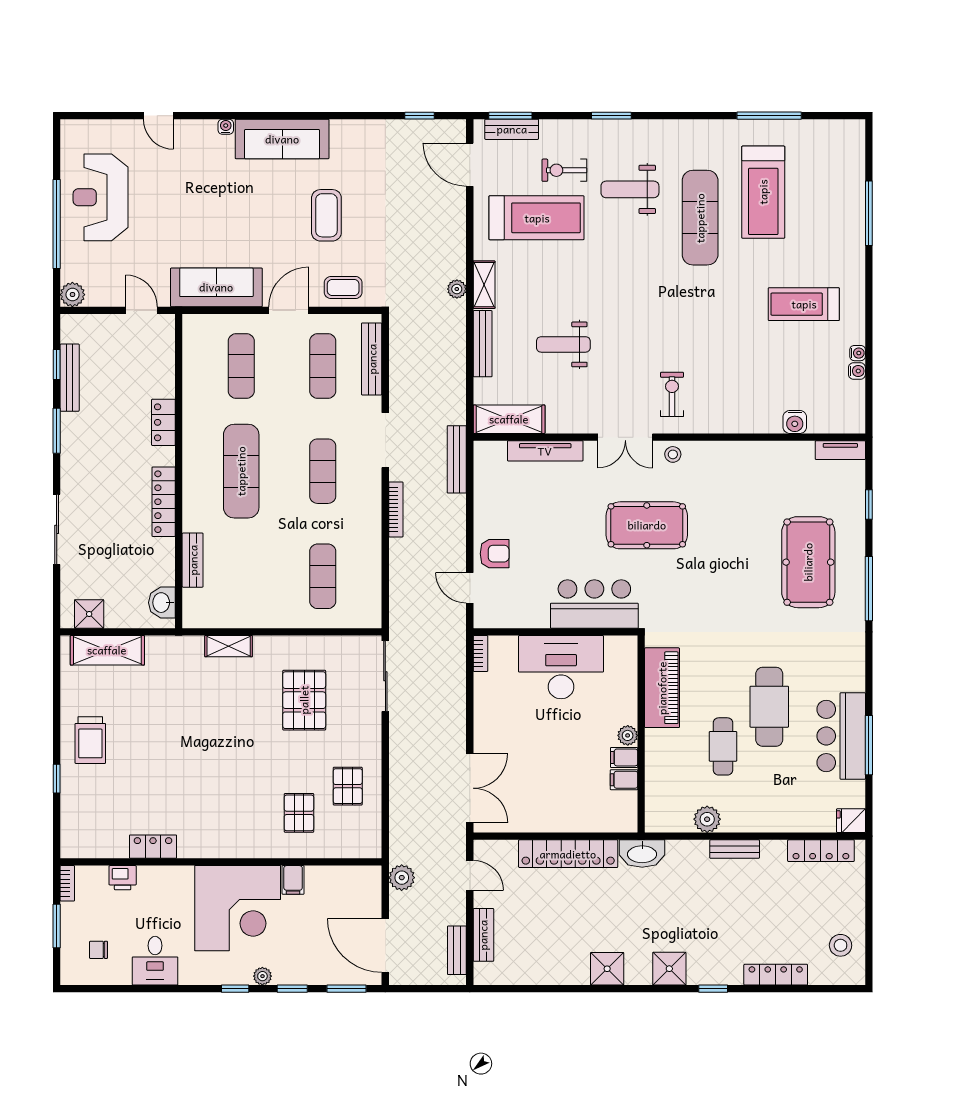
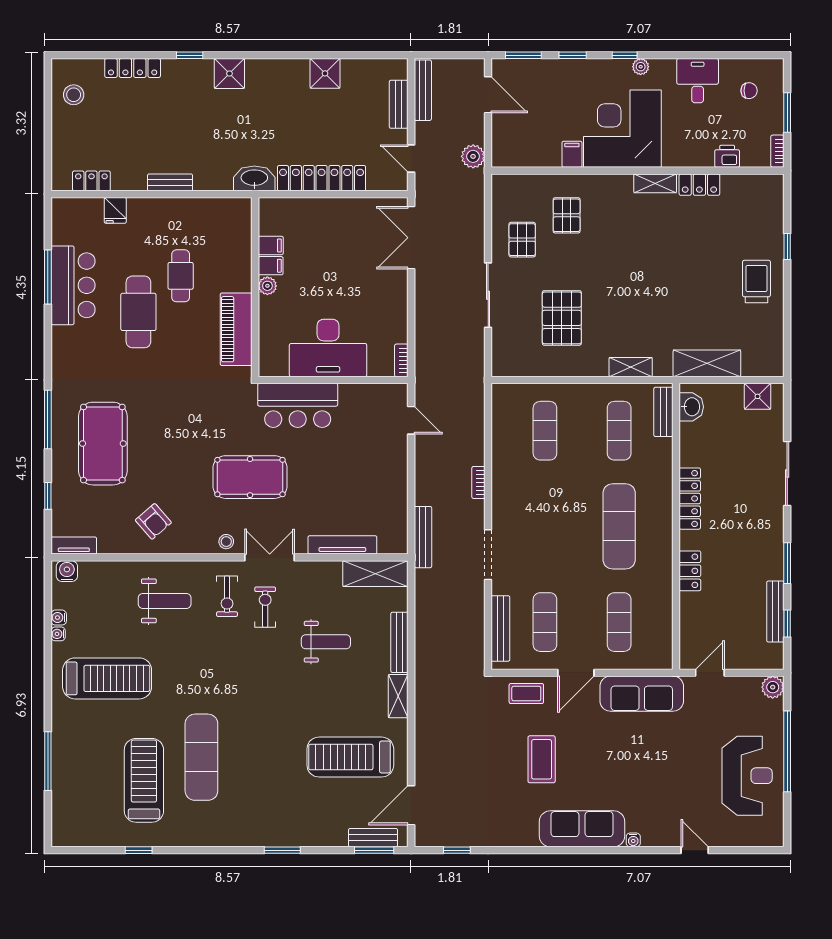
window: (769, 116) -> (139, 850), width x0.46
door: (470, 165) -> (411, 805), swing flipped
exercise bike: (564, 170) -> (265, 607), moved, turned -90
weight bench: (630, 189) -> (165, 601), moved
plant: (457, 289) -> (423, 692), removed
treadmill: (804, 304) -> (107, 678), width x1.37, depth x1.38
door: (141, 310) -> (710, 673), swing flipped
water cooler: (795, 422) -> (67, 571), moved
exercise mat: (323, 471) -> (619, 431), moved
bookcase: (396, 509) -> (478, 482), width x0.64
armchair: (495, 554) -> (153, 521), moved, turned -131
bench: (193, 560) -> (663, 412), moved
shelving: (107, 650) -> (707, 363), moved
sliding door: (385, 676) -> (488, 295), moved
plant: (707, 819) -> (195, 210), removed
fridge: (851, 821) -> (115, 210), moved, turned 90
shelving: (202, 848) -> (655, 183), added
locker: (821, 851) -> (91, 181), width x0.66
door: (385, 945) -> (488, 95), width x0.73
bench: (457, 950) -> (423, 90), width x1.36
shower: (607, 969) -> (325, 73), moved
plant: (262, 976) -> (641, 67), moved

